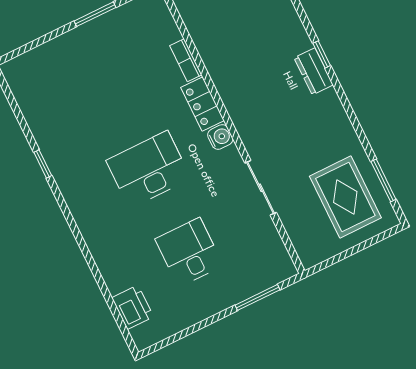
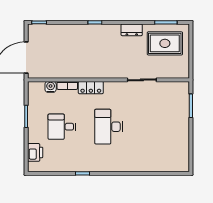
dresser: (314, 71) -> (132, 30), moved
water cooler: (220, 137) -> (51, 87), moved
desk: (189, 252) -> (62, 127), moved
printer: (133, 307) -> (35, 152), moved, turned 90

